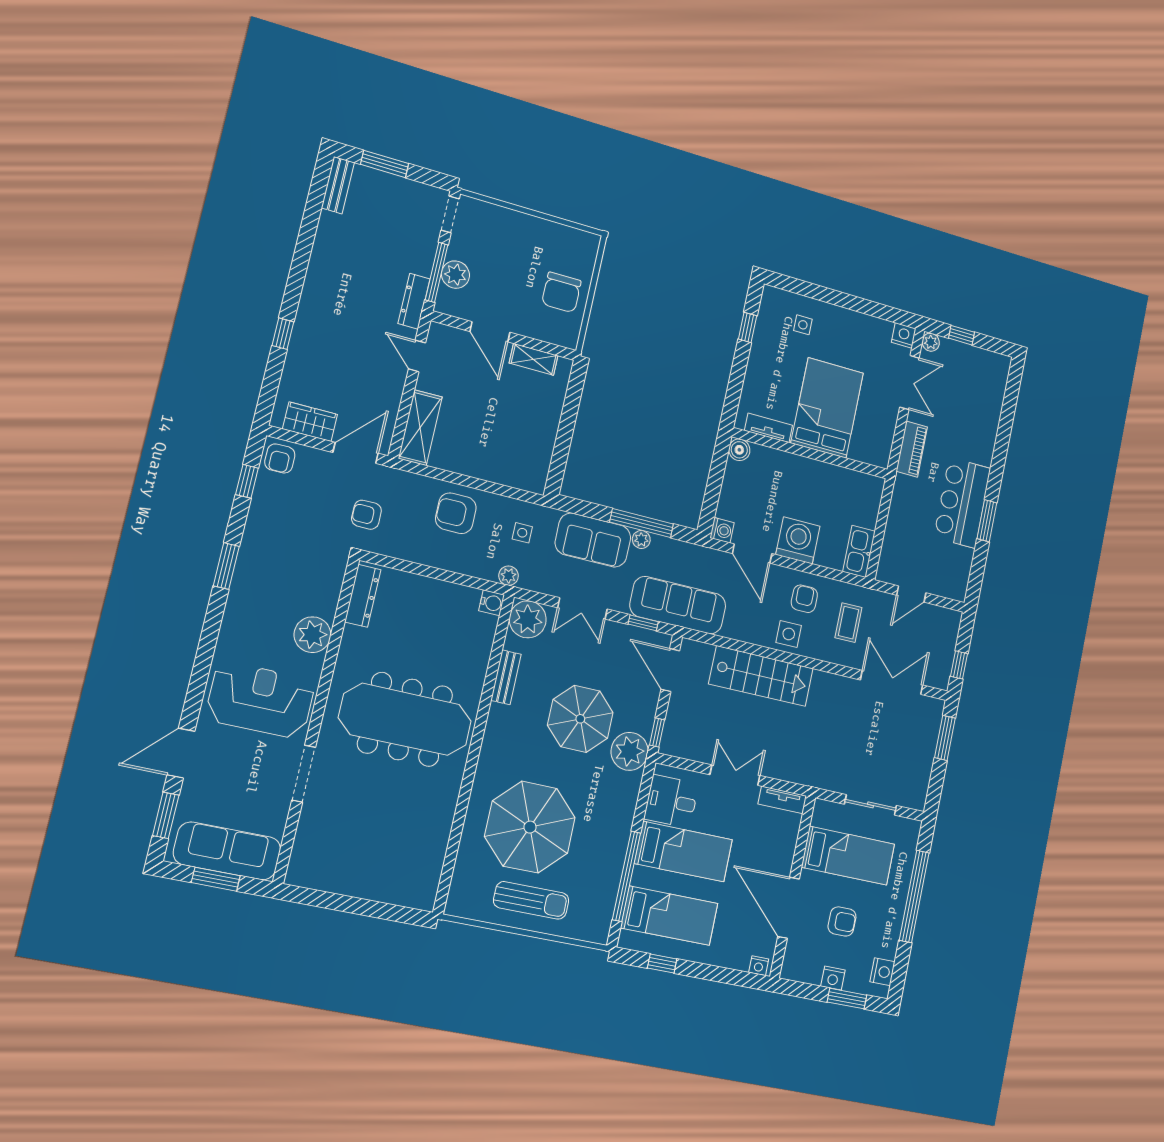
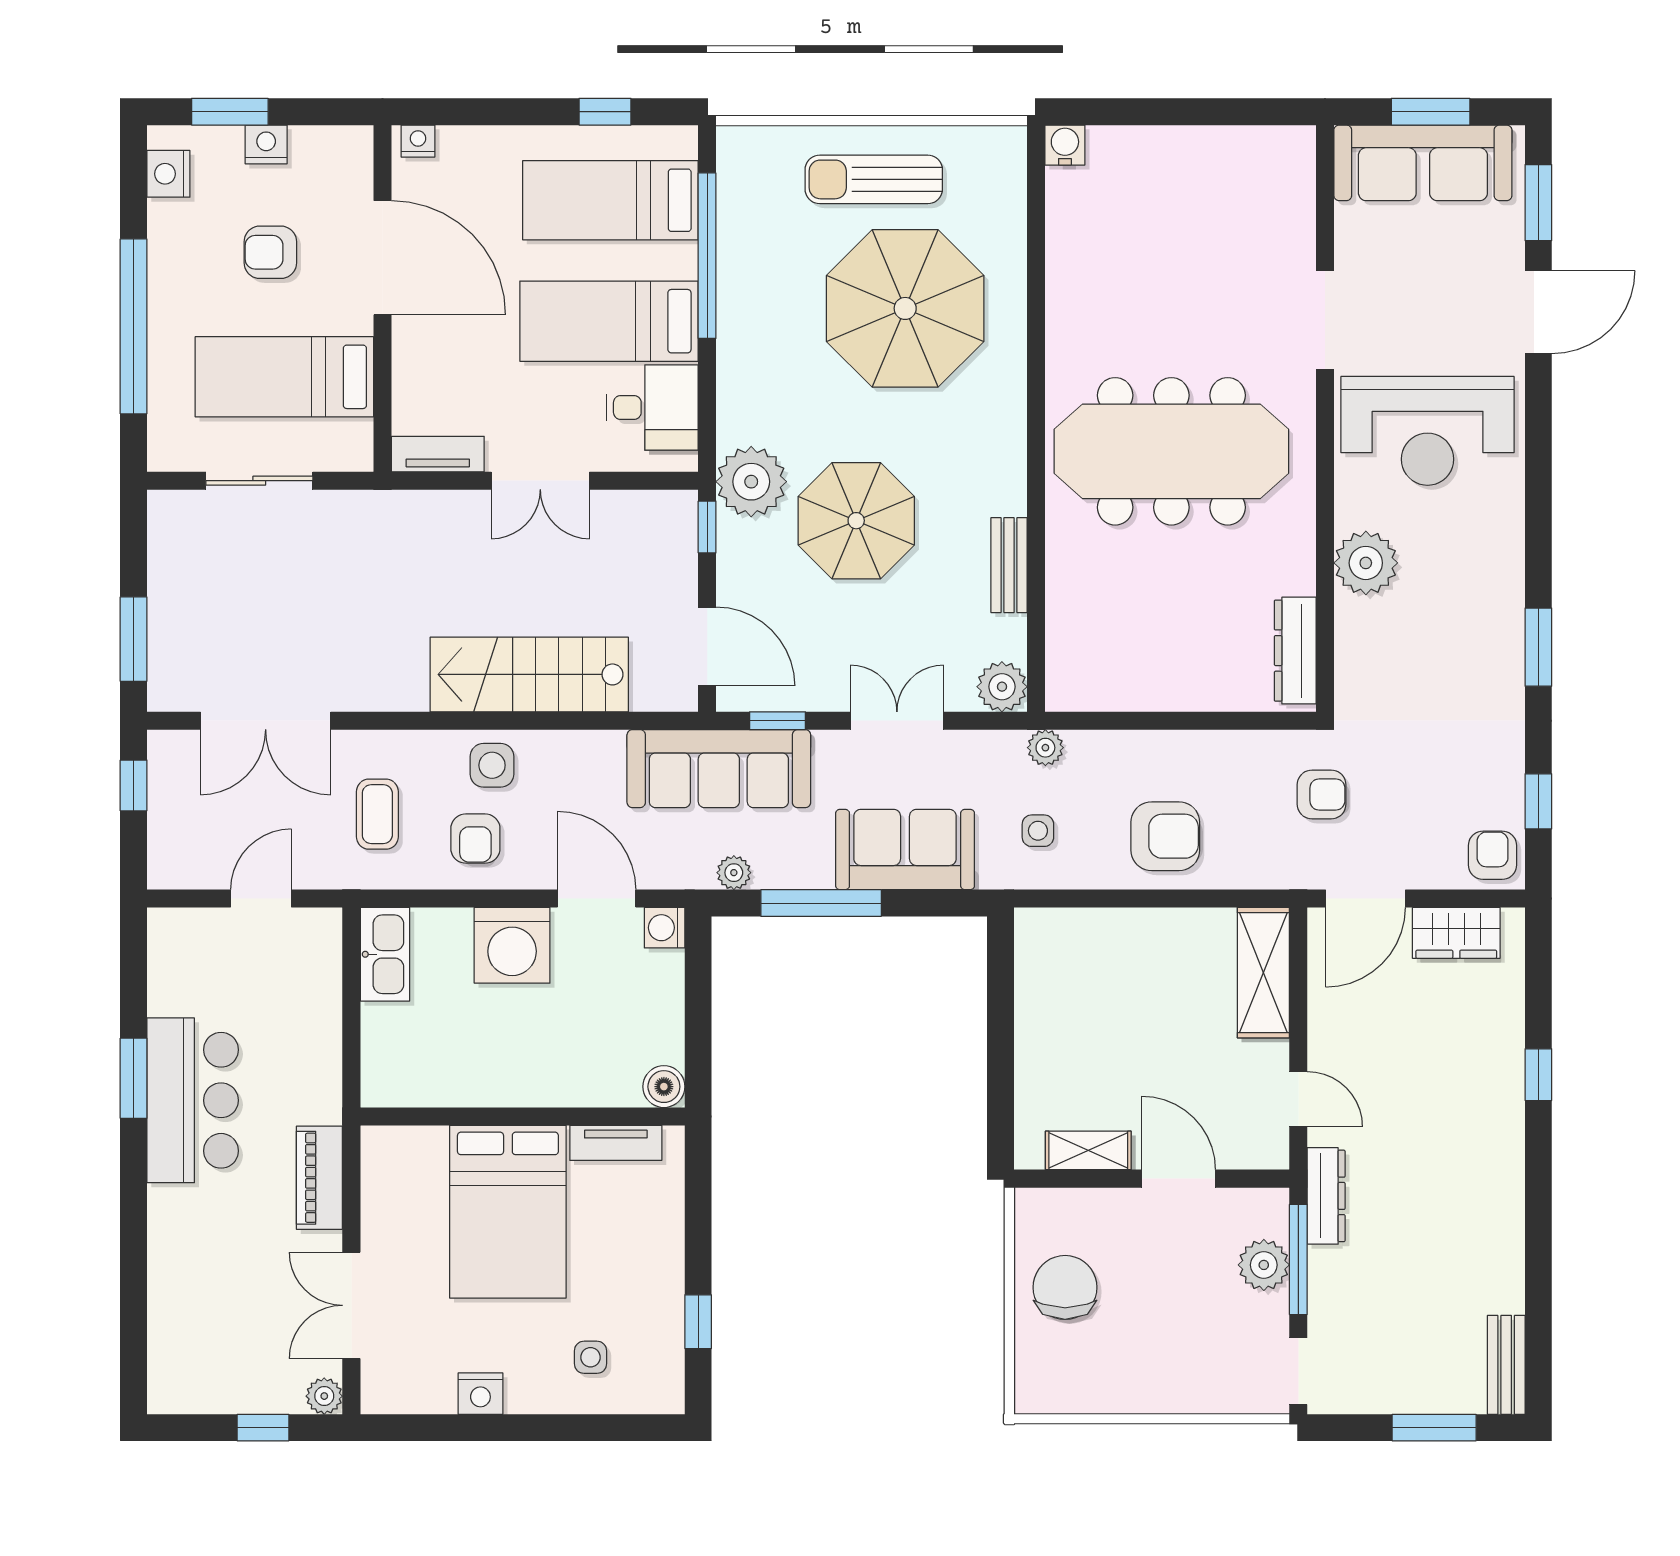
nightstand: (904, 335) -> (480, 1394), moved
plant: (641, 540) -> (734, 873), moved
water cooler: (492, 603) -> (1065, 145), moved, turned 90
plant: (528, 619) -> (1002, 687), width x0.73, depth x0.73

